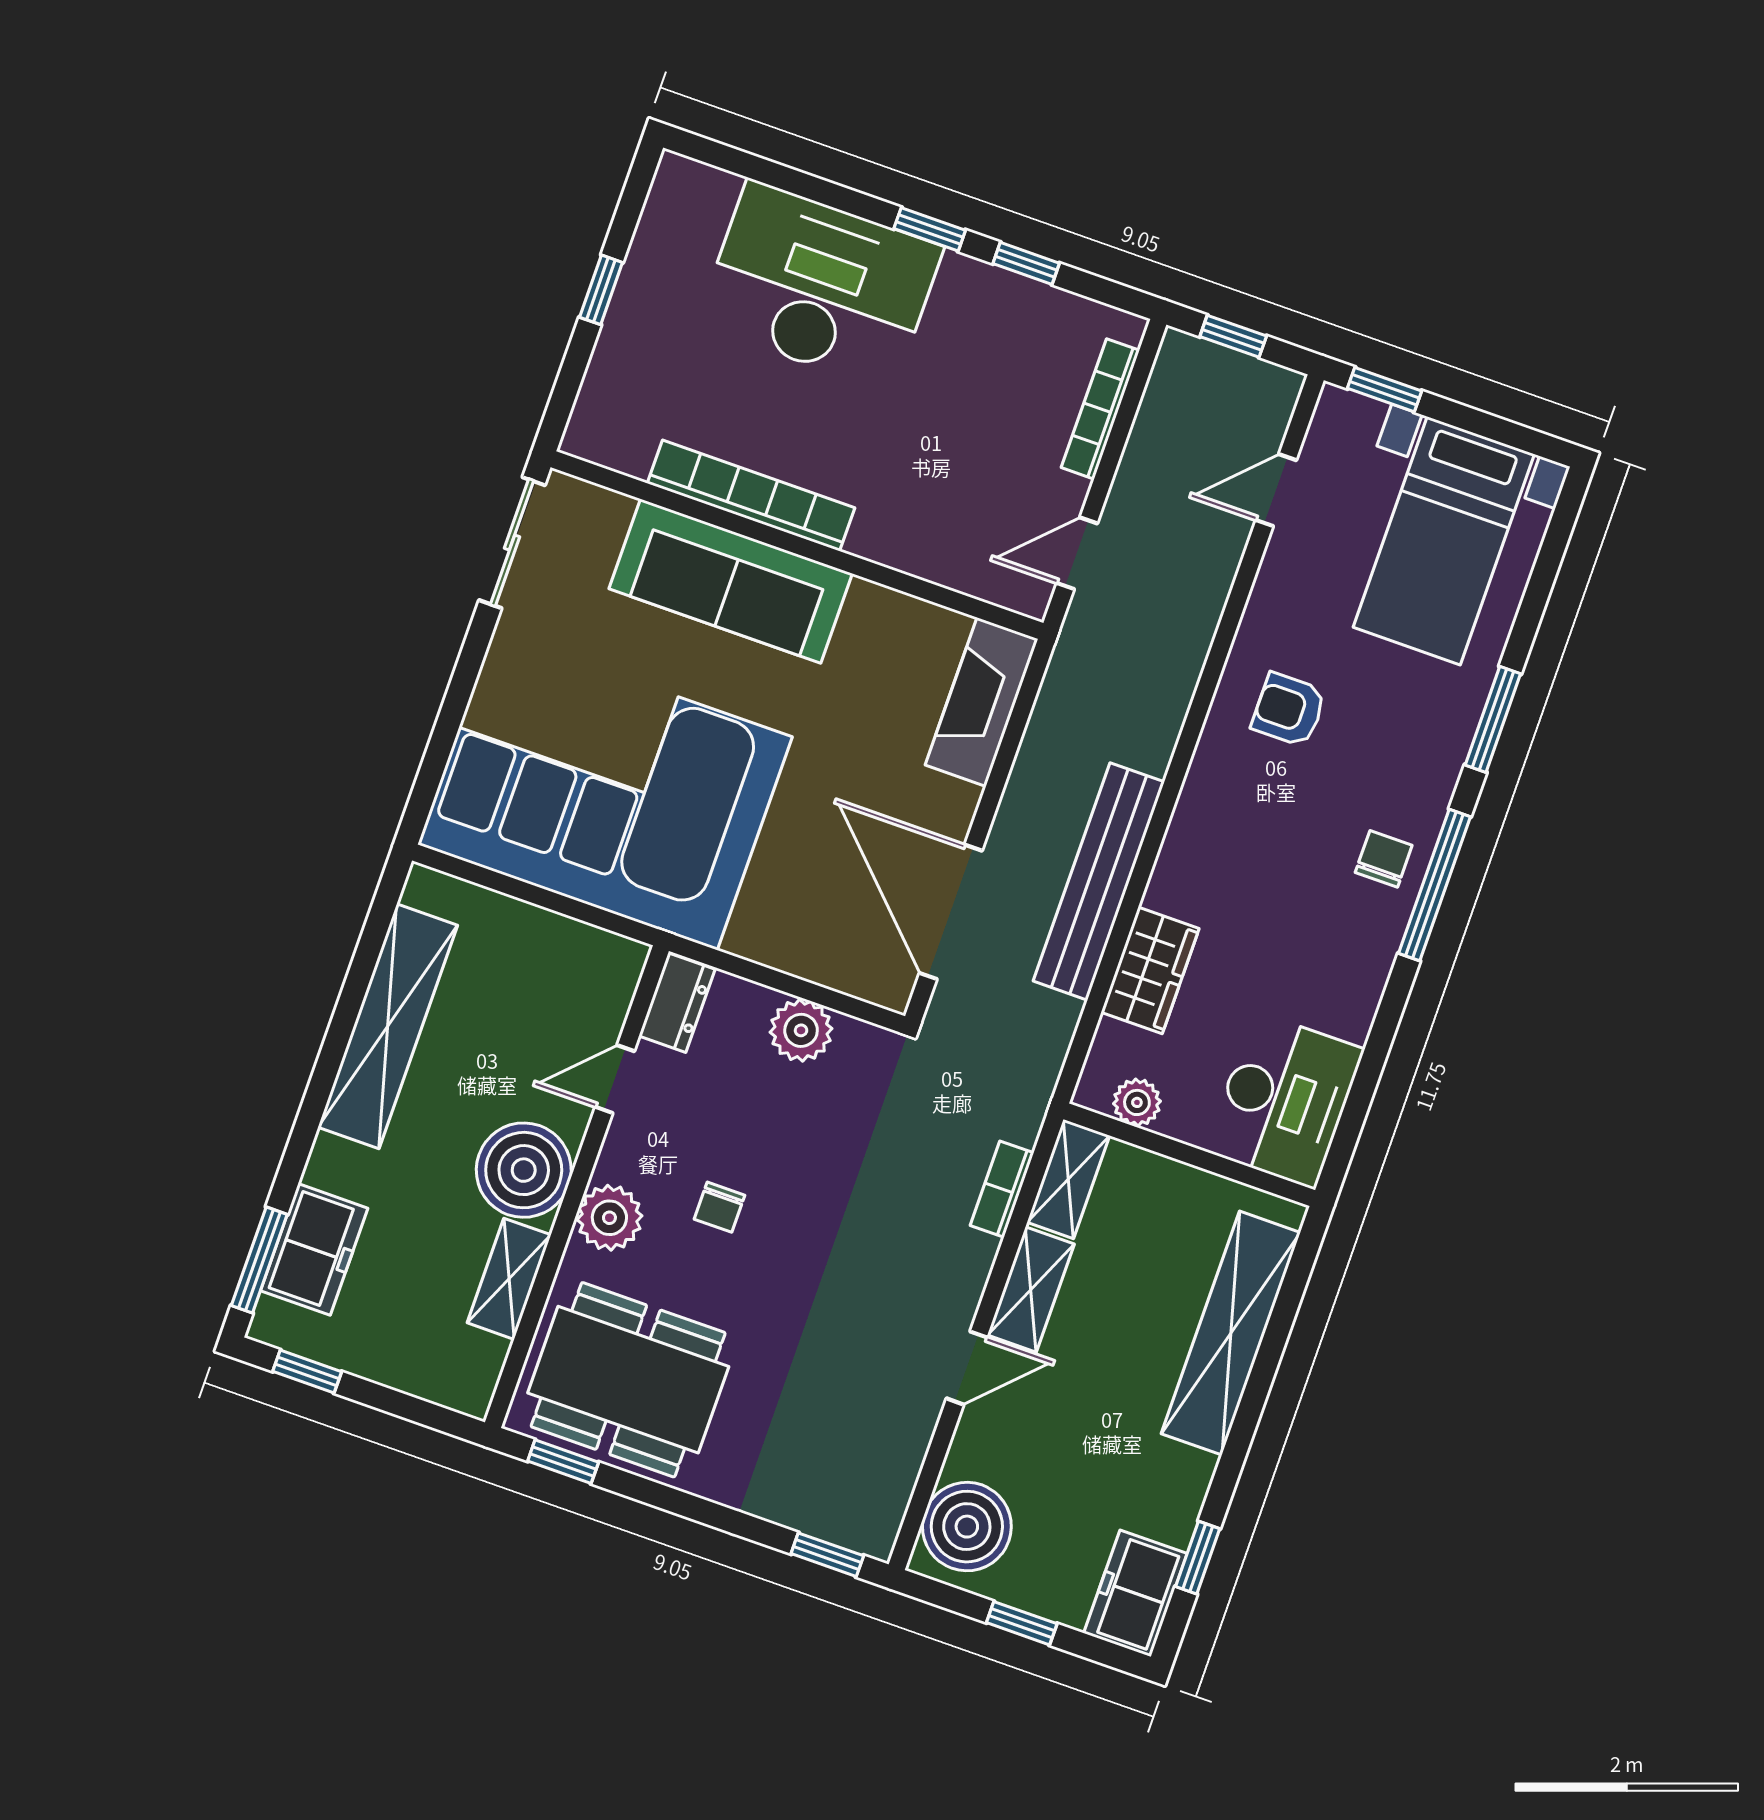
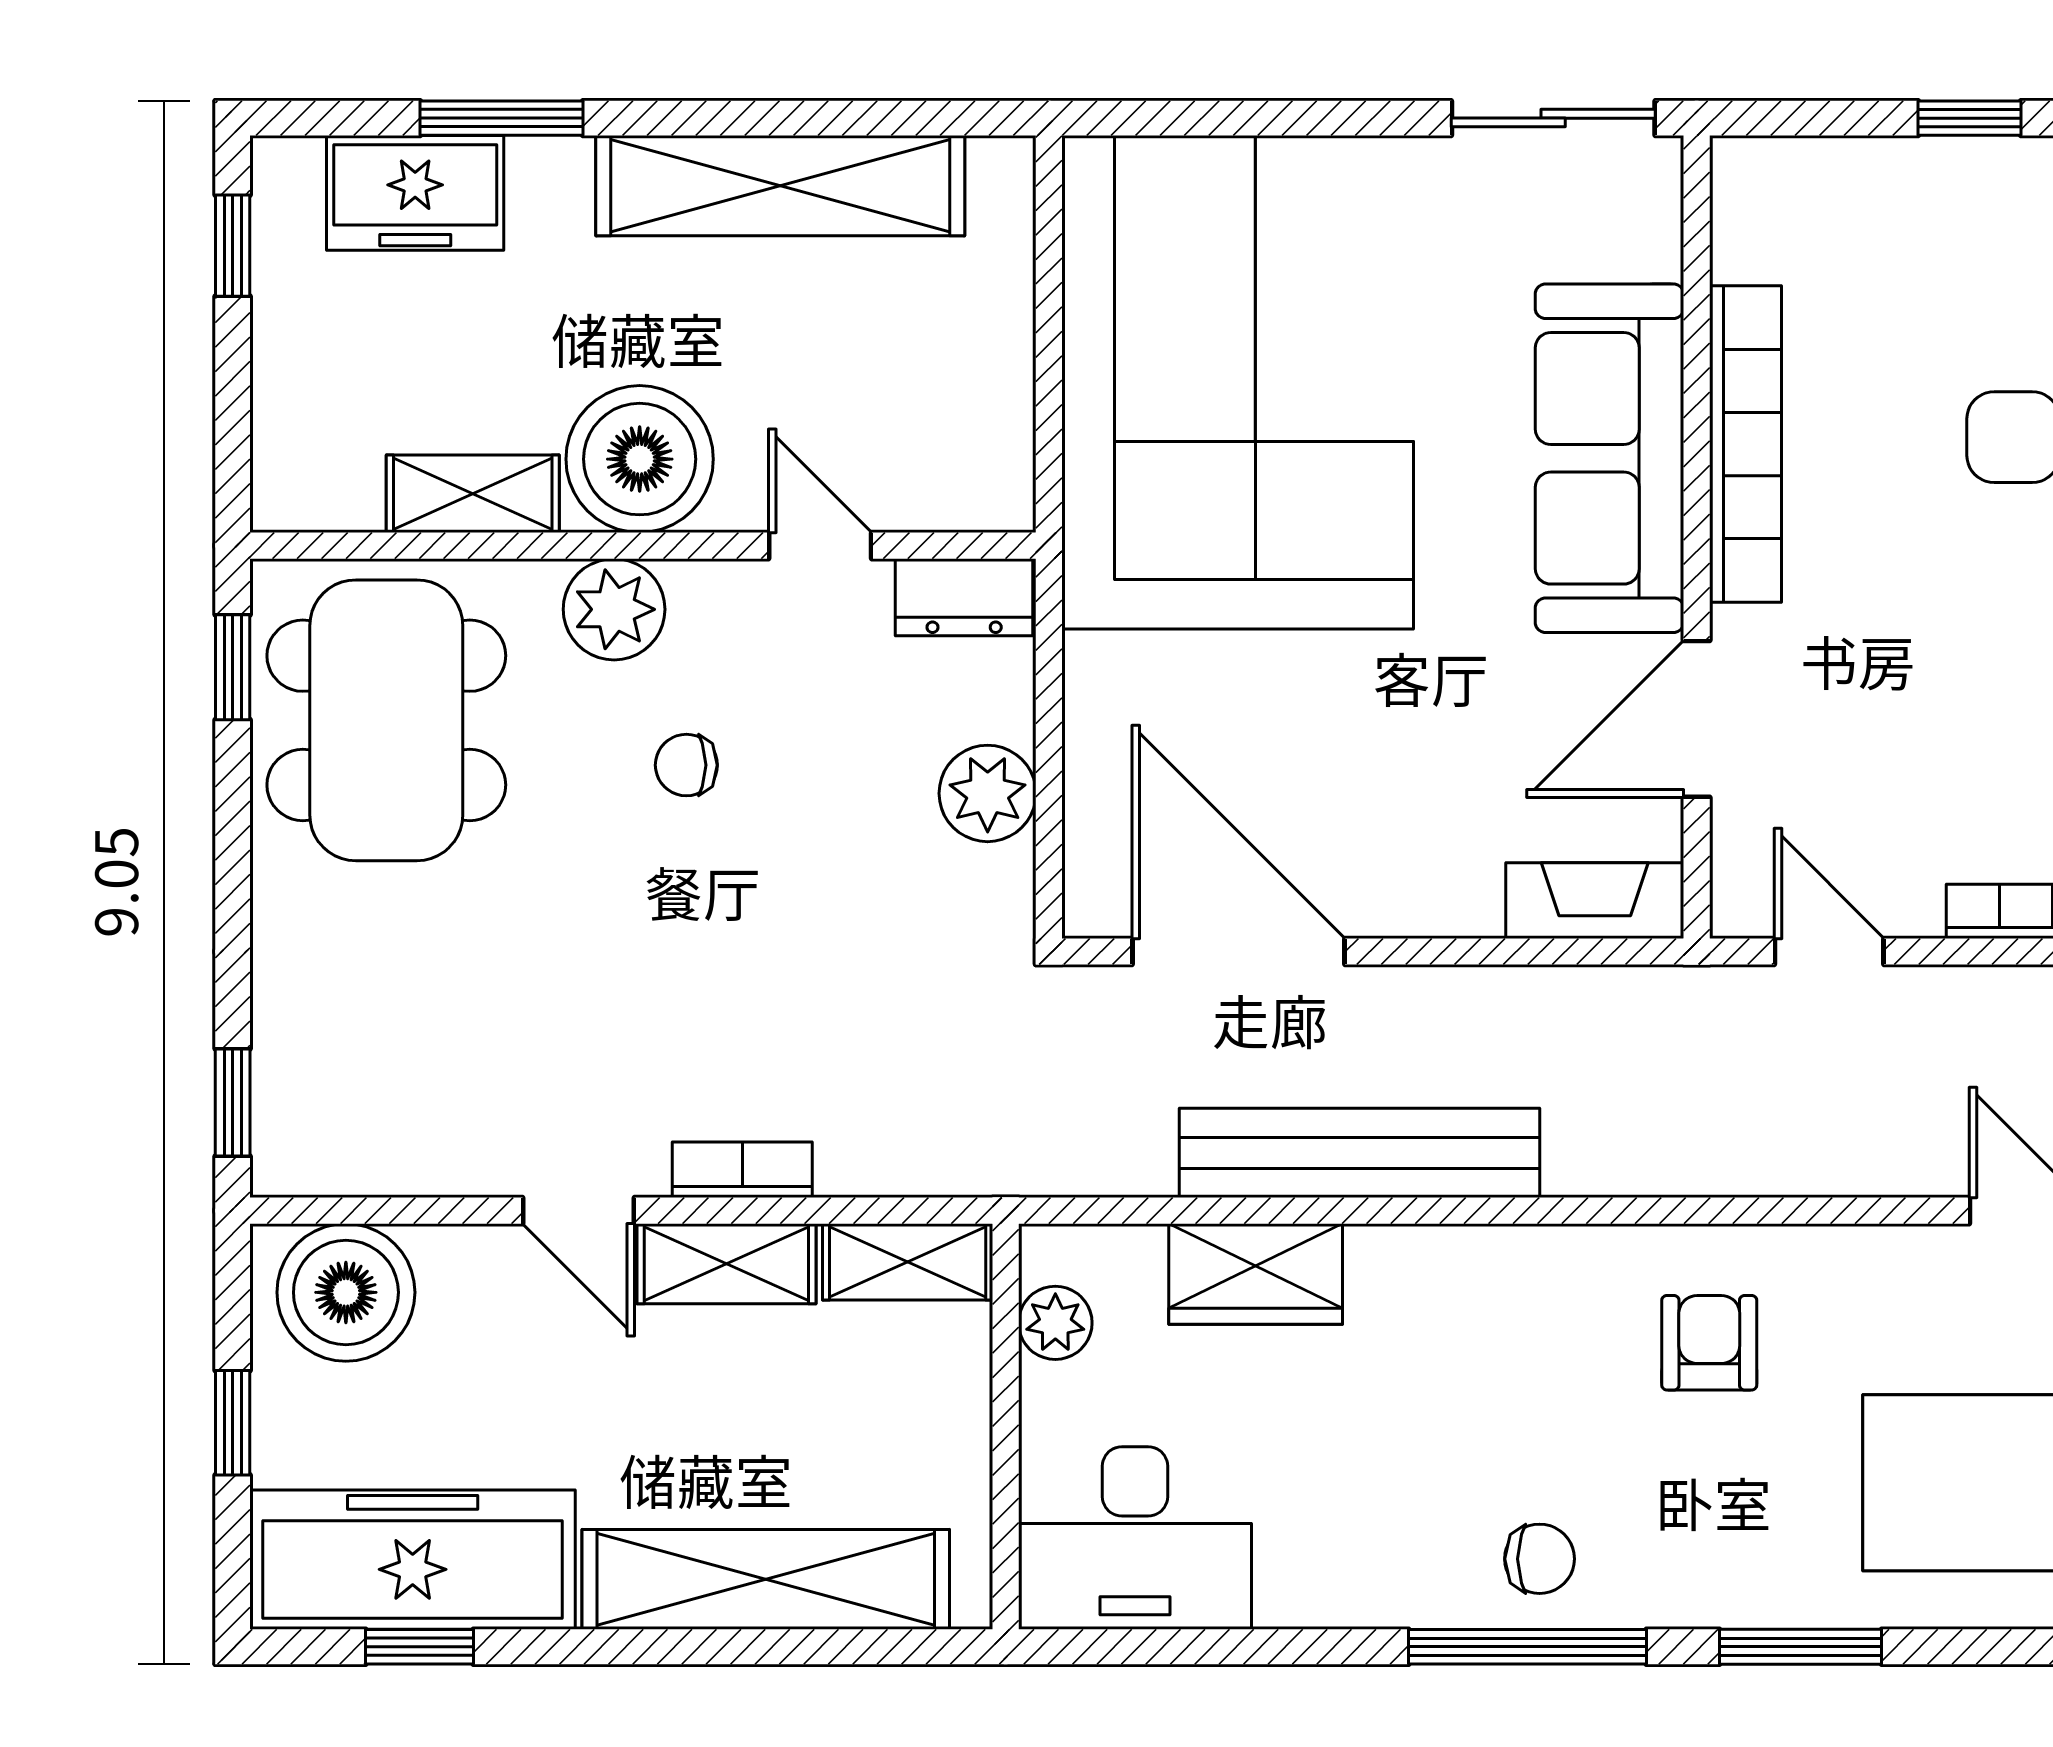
door: (907, 584) -> (1697, 719), added
fireplace: (982, 702) -> (1595, 901), width x0.73, depth x0.76
door: (951, 912) -> (1239, 952), hinge flipped
bookcase: (1002, 1189) -> (742, 1170), moved
window: (259, 1260) -> (502, 118), moved
freezer: (1136, 1593) -> (413, 1560), width x1.91, depth x1.26

